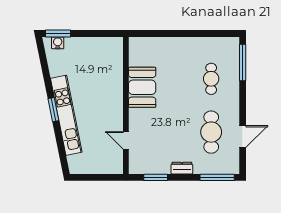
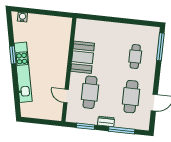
window: (58, 34) -> (23, 10), removed
window: (53, 110) -> (13, 55), moved
cafe table: (157, 132) -> (90, 92), added
window: (217, 177) -> (122, 130), moved

